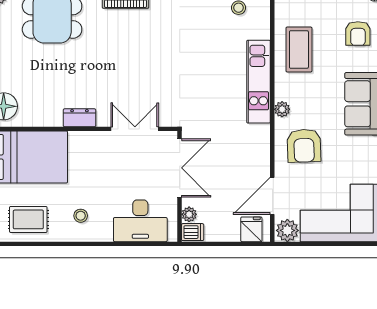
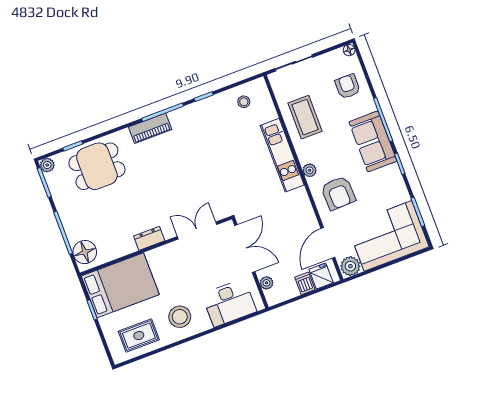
armchair: (358, 34) -> (348, 86), turned 180
stool: (81, 216) -> (180, 317), width x1.89, depth x1.89
dishwasher: (193, 232) -> (305, 283), moved, turned -90

